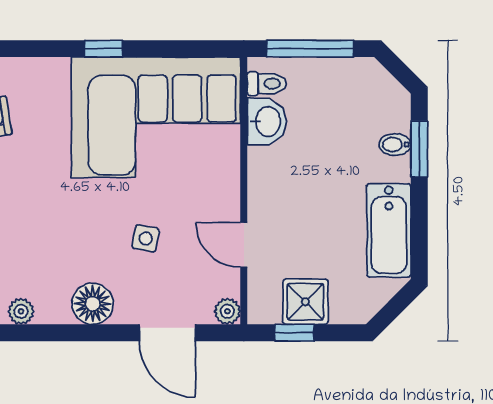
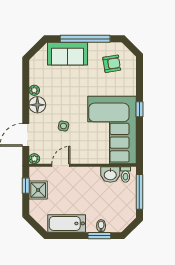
plant: (21, 311) -> (34, 90), moved

